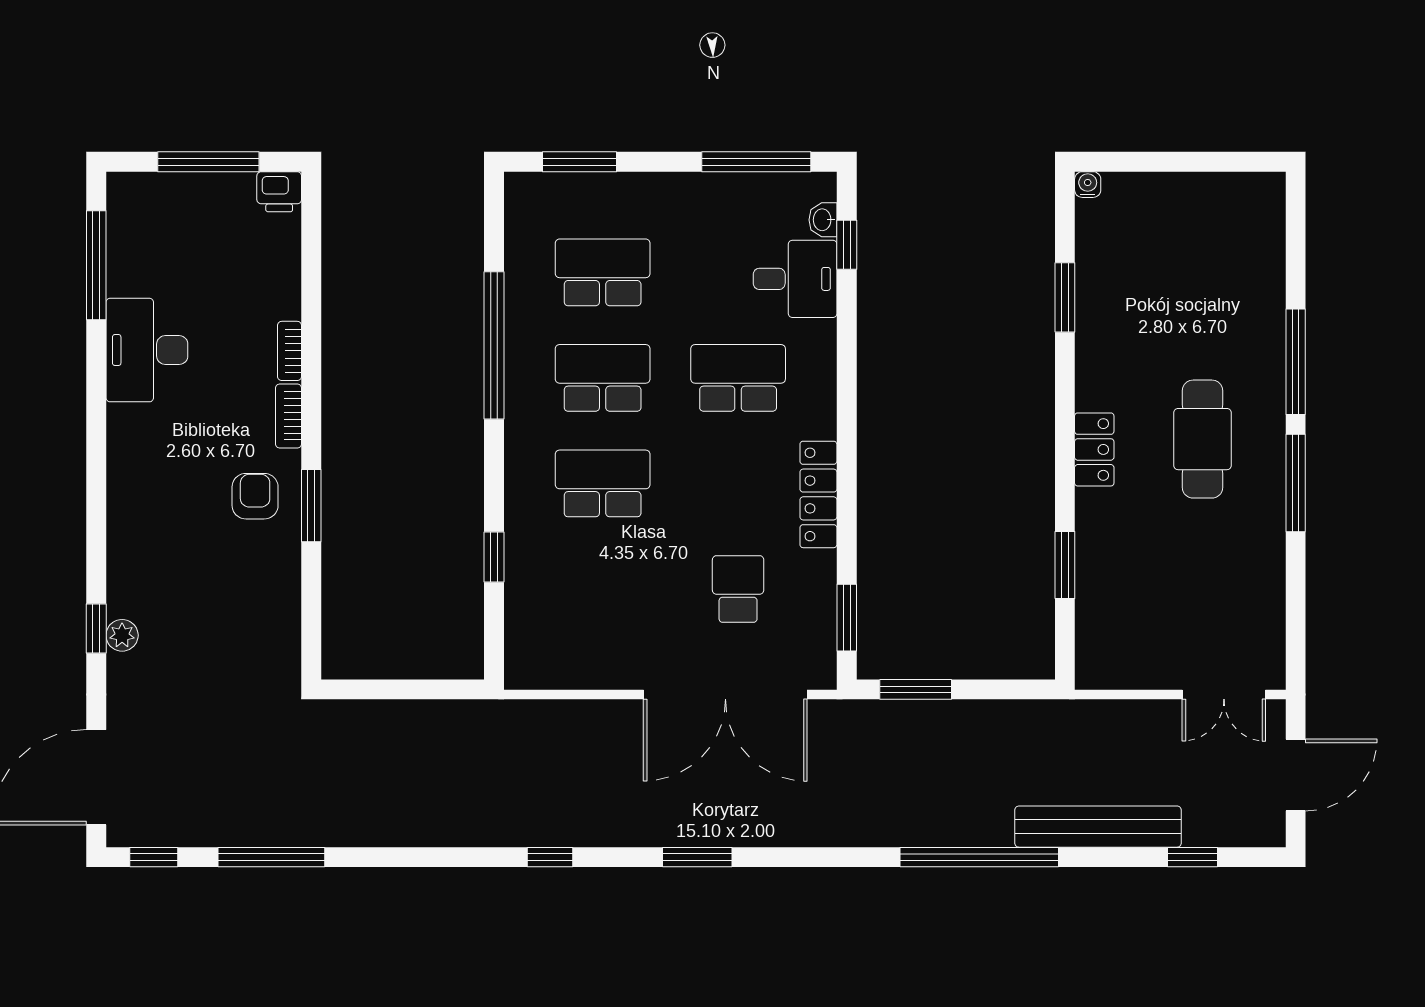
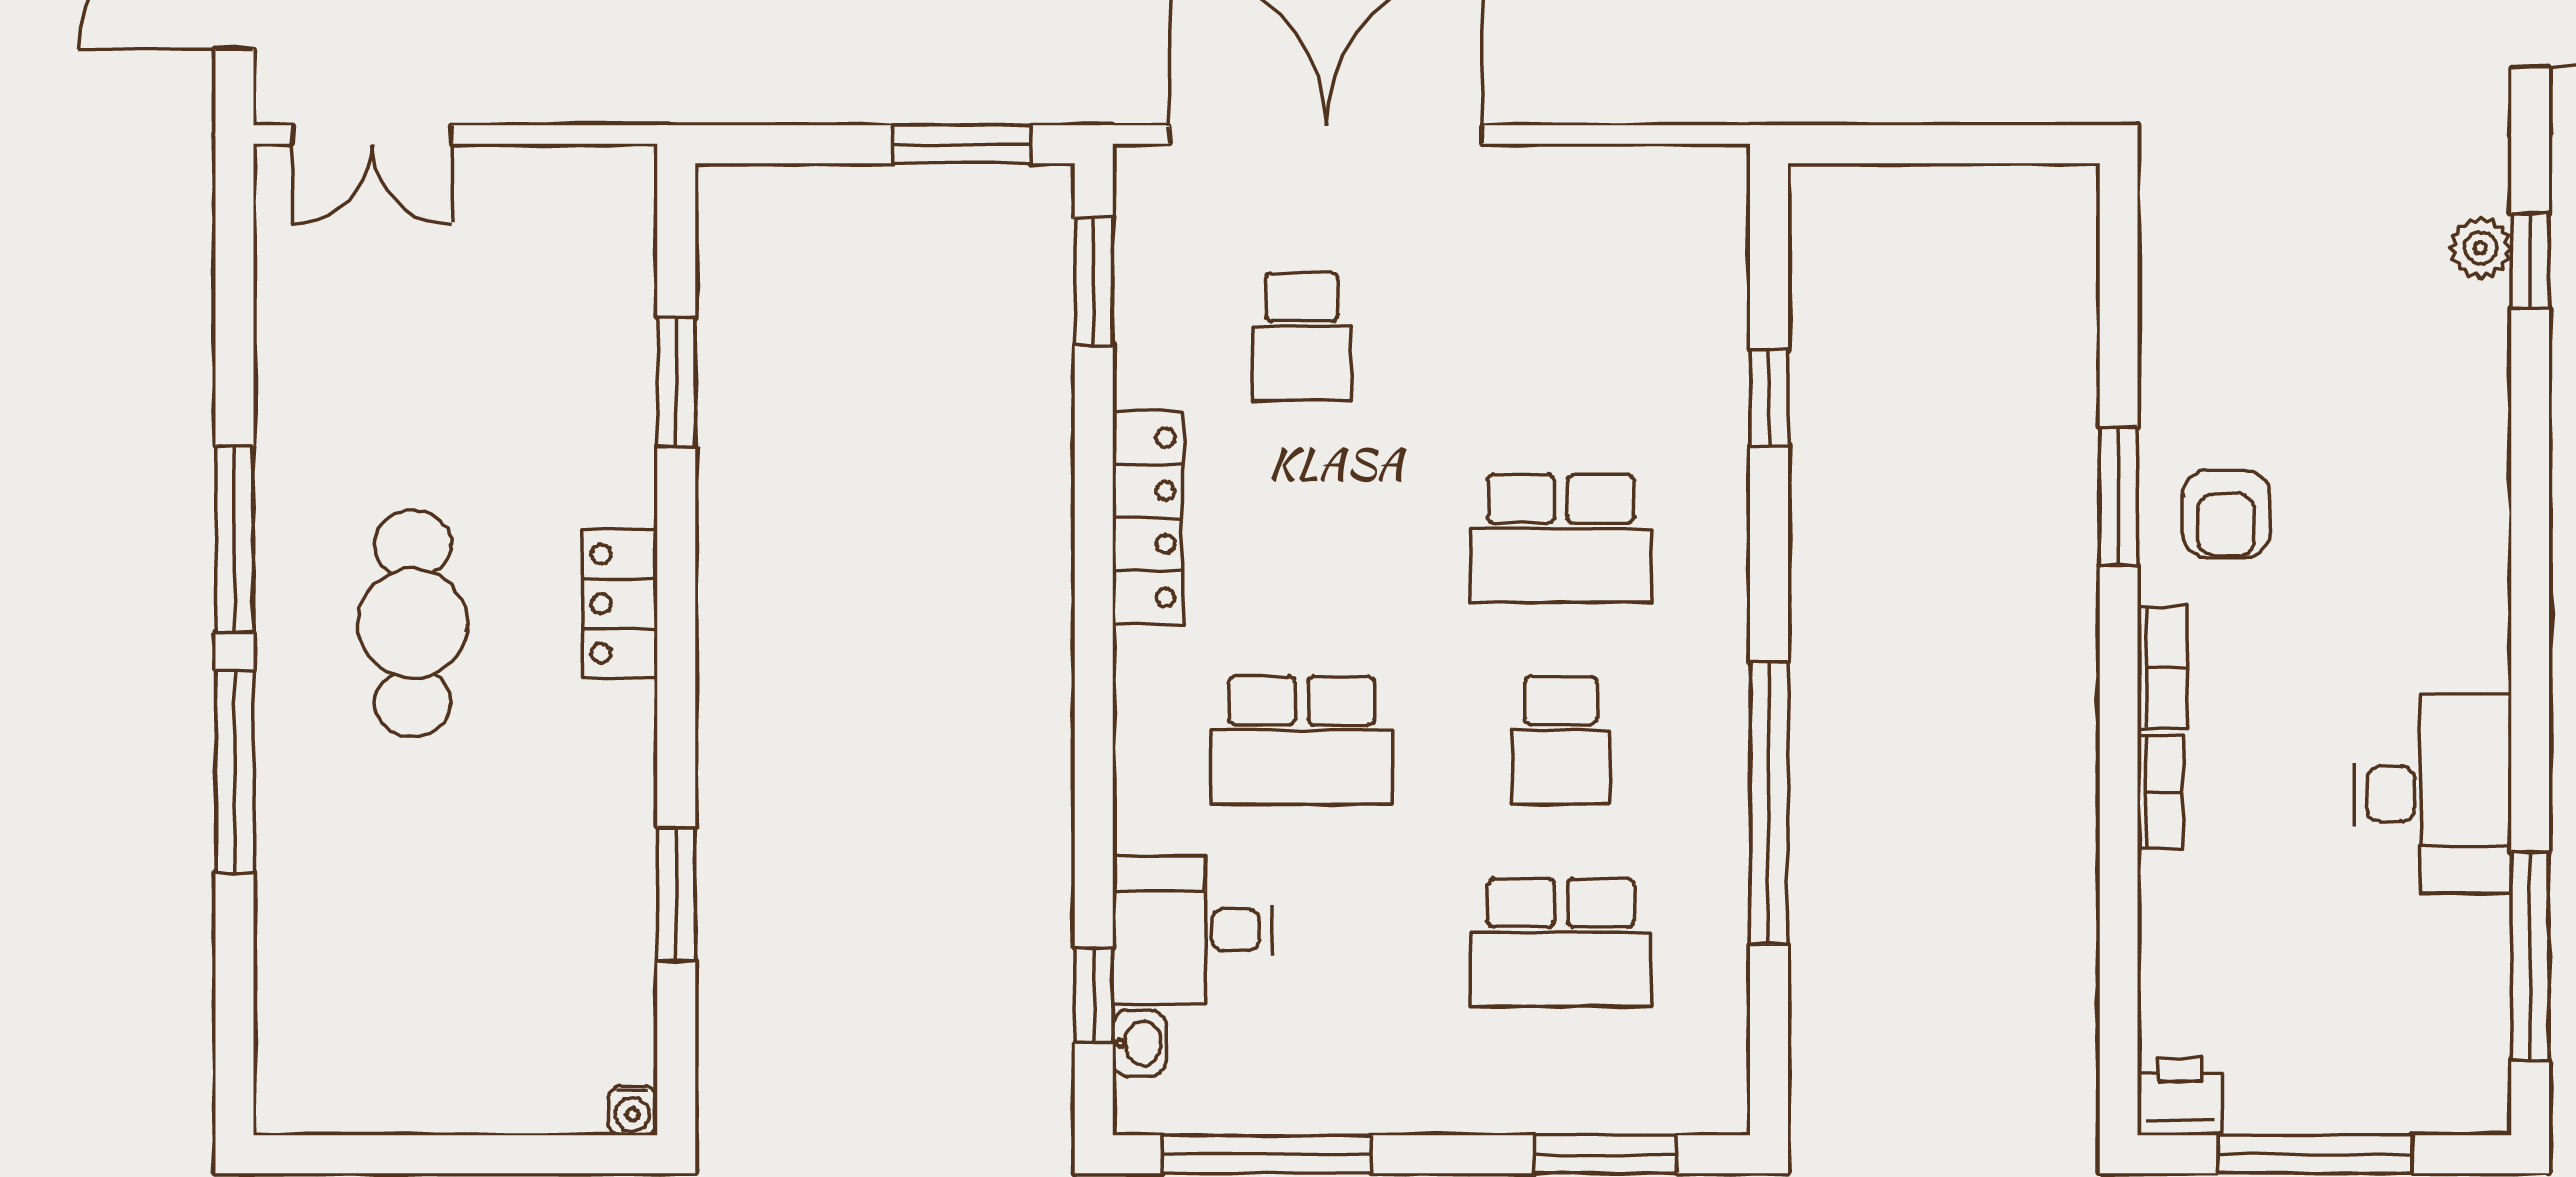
school desk: (603, 378) -> (1561, 740), width x0.54
double door: (1224, 695) -> (372, 135), swing flipped

